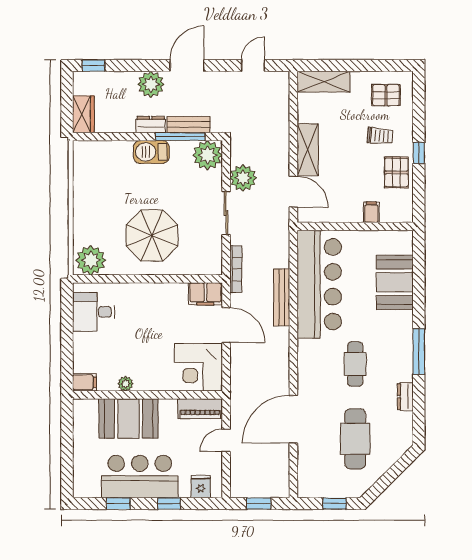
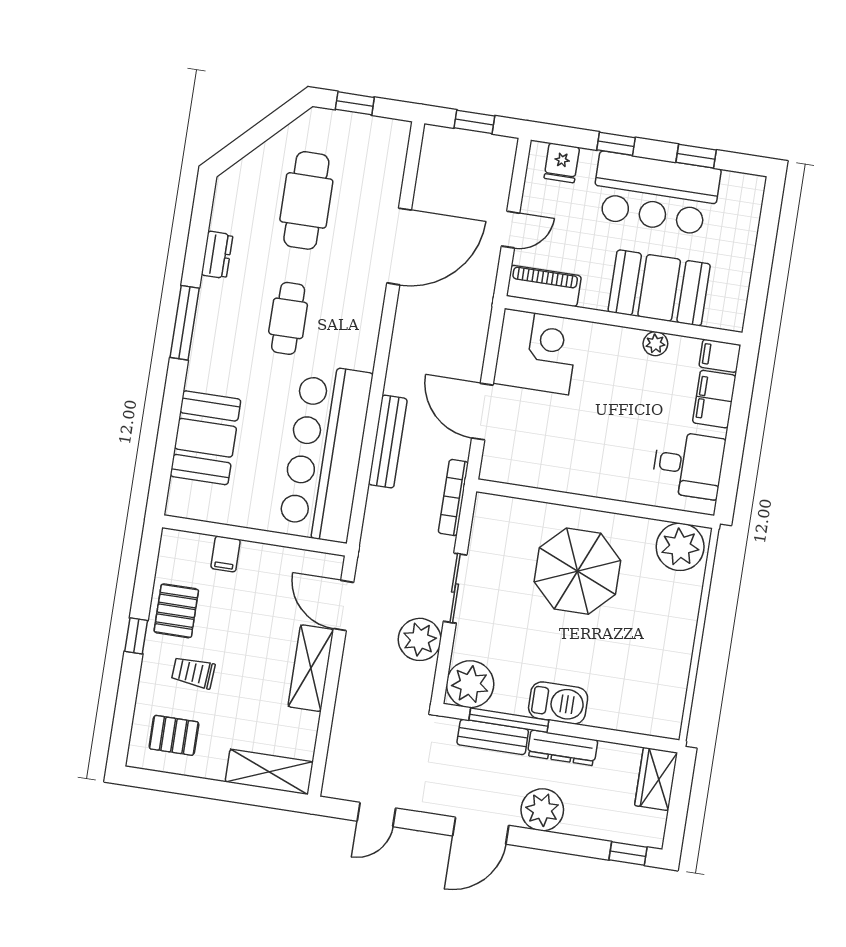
dresser: (151, 125) -> (562, 748), width x1.44
filing cabinet: (205, 294) -> (714, 399), moved, turned -90

